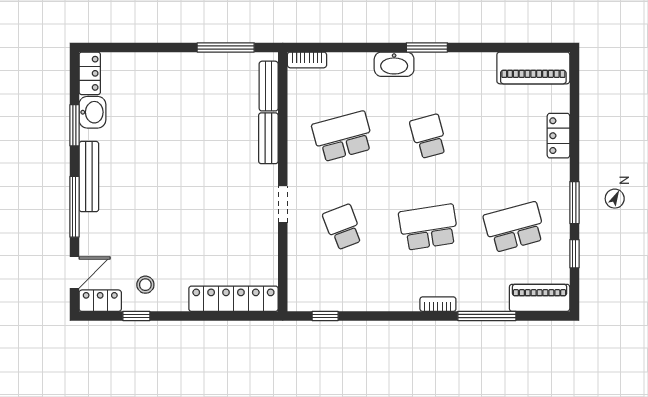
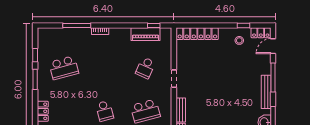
school desk: (343, 227) -> (145, 68), turned 45
school desk: (429, 227) -> (105, 68), removed
piano: (540, 298) -> (145, 34), moved

